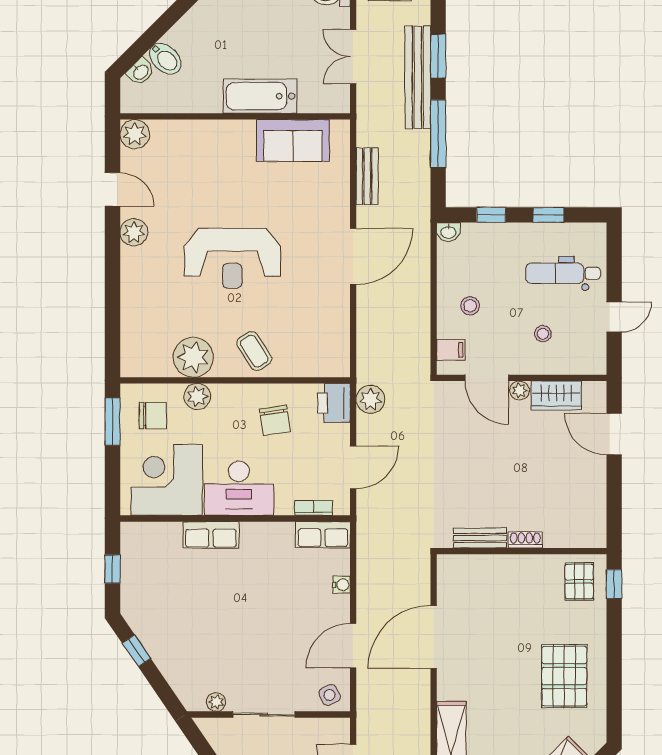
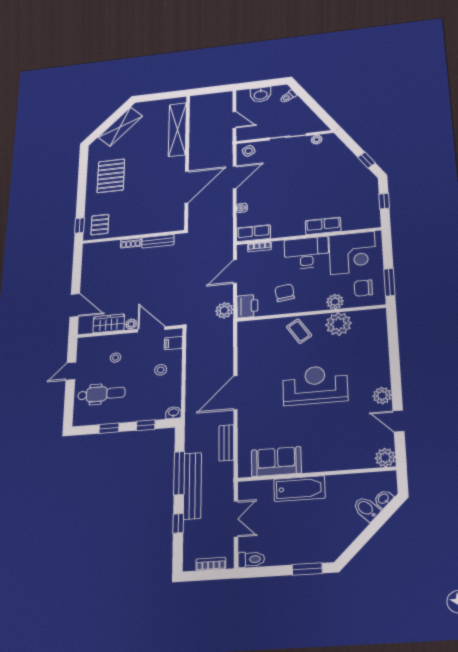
window: (438, 56) -> (178, 523), width x0.67
bench: (418, 77) -> (192, 486), moved

